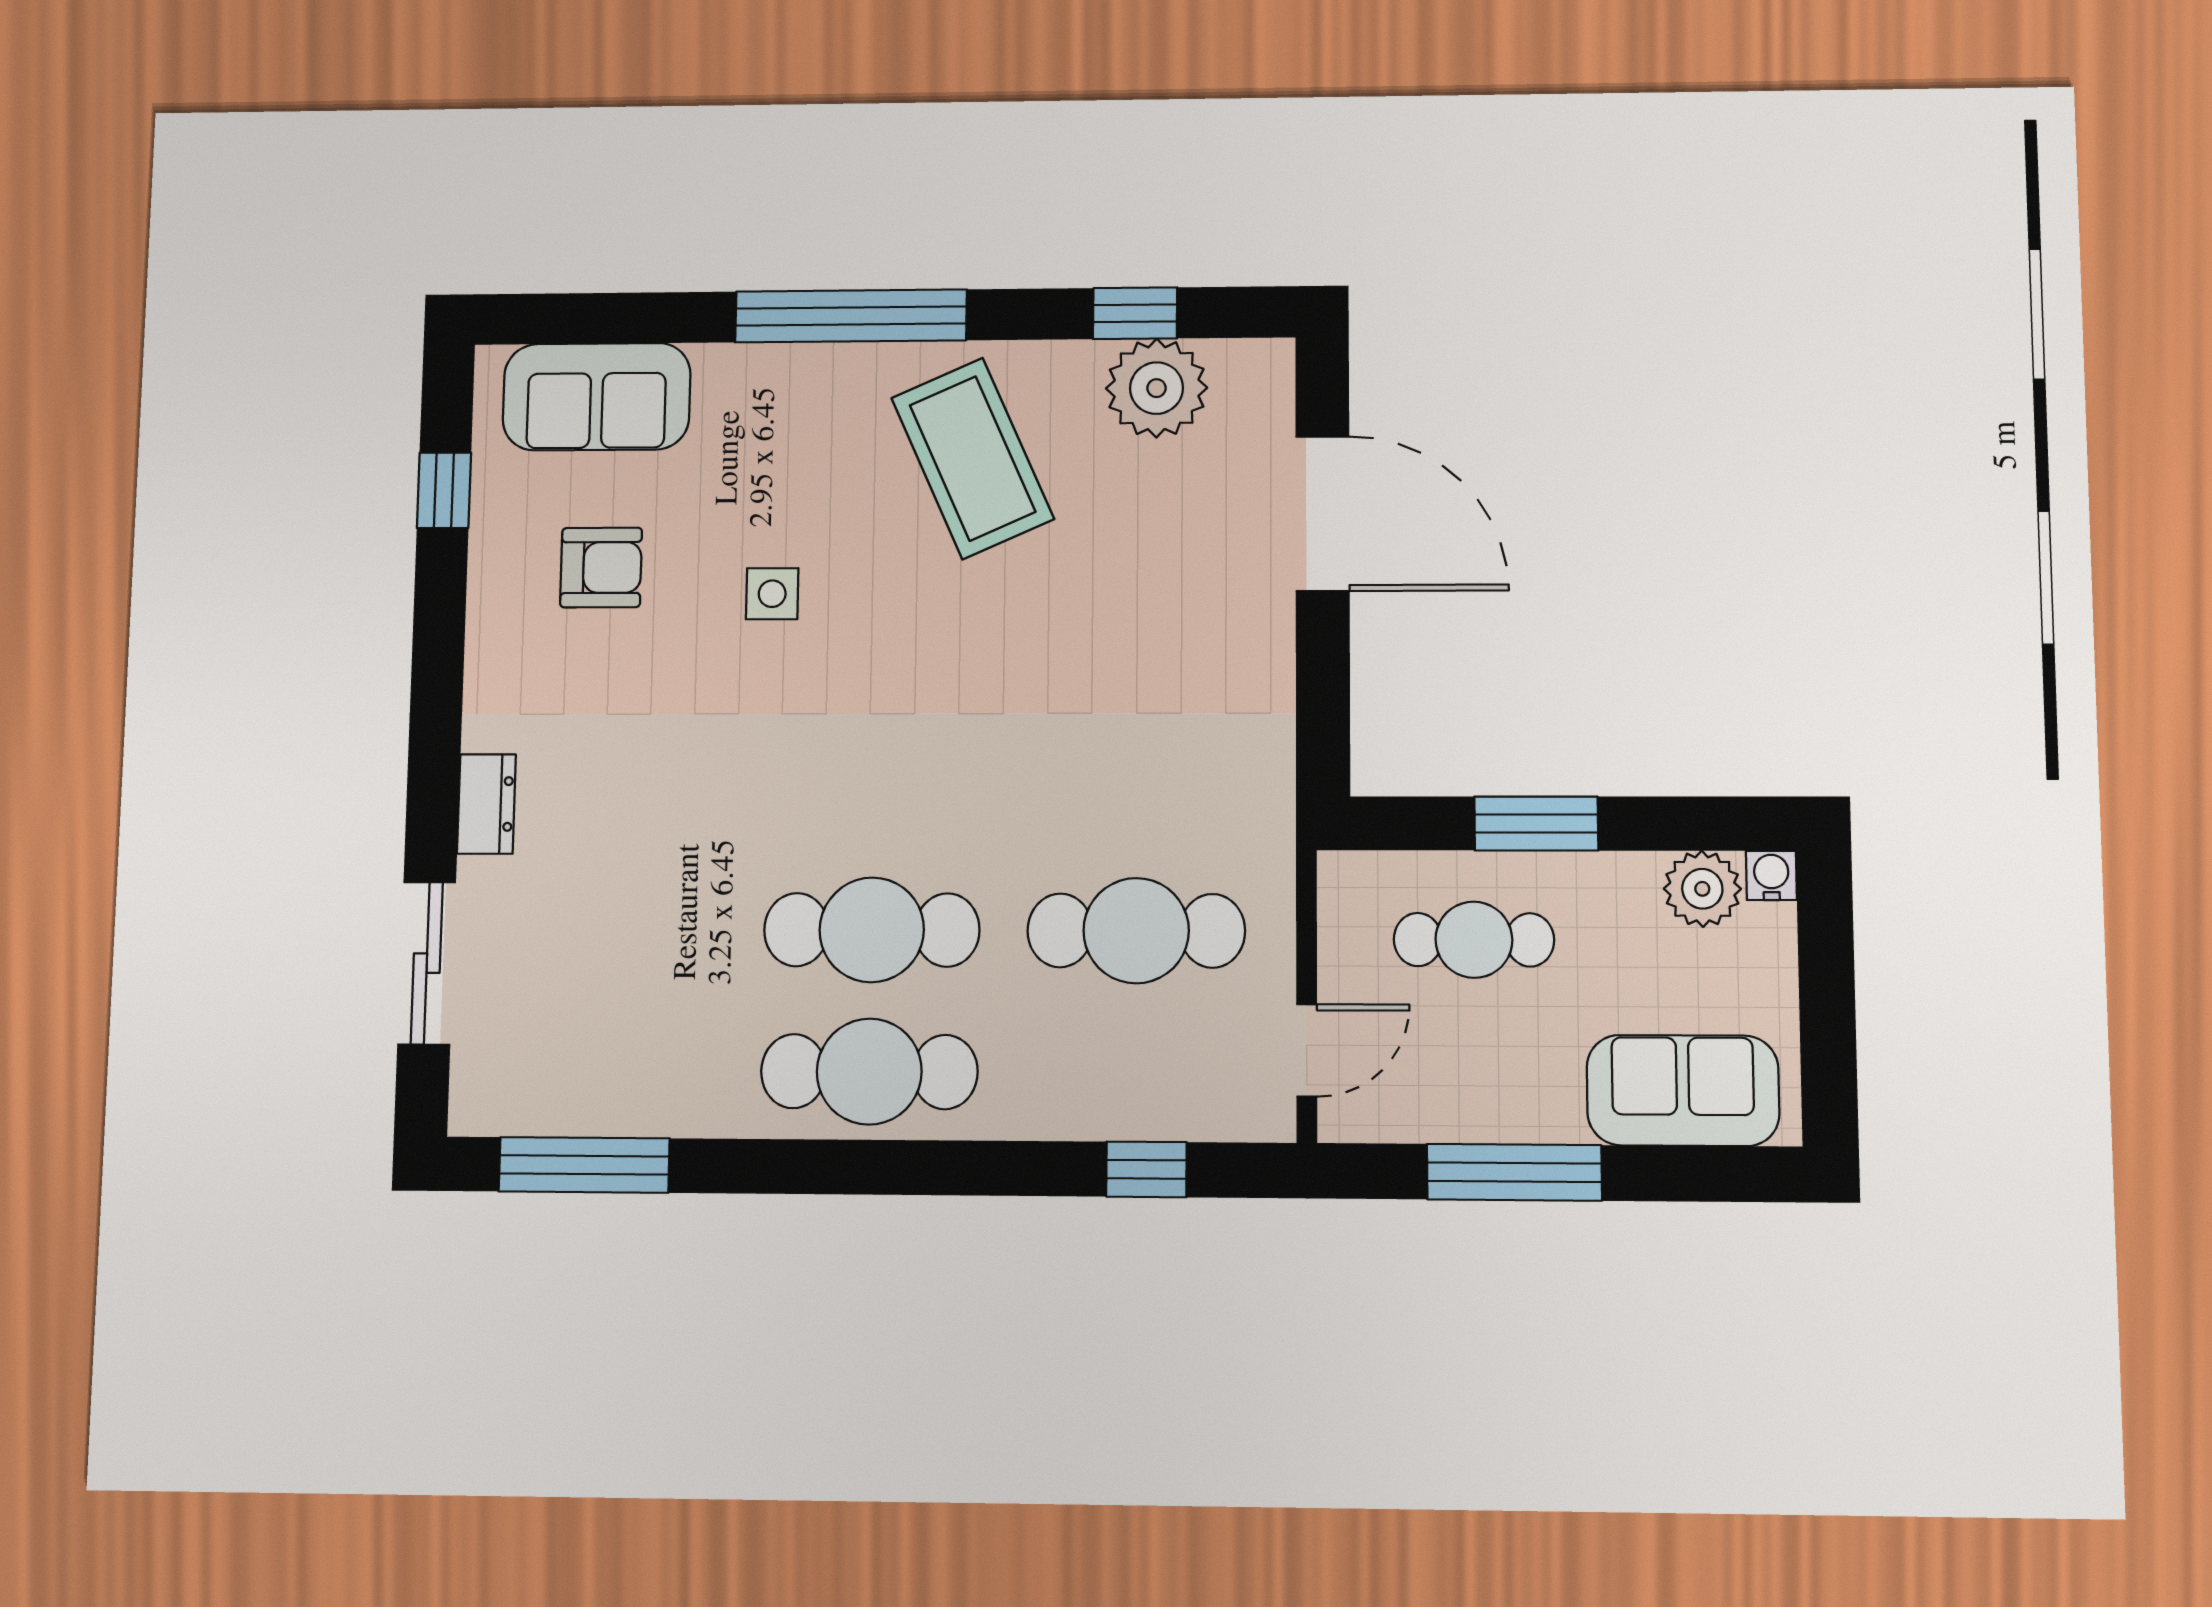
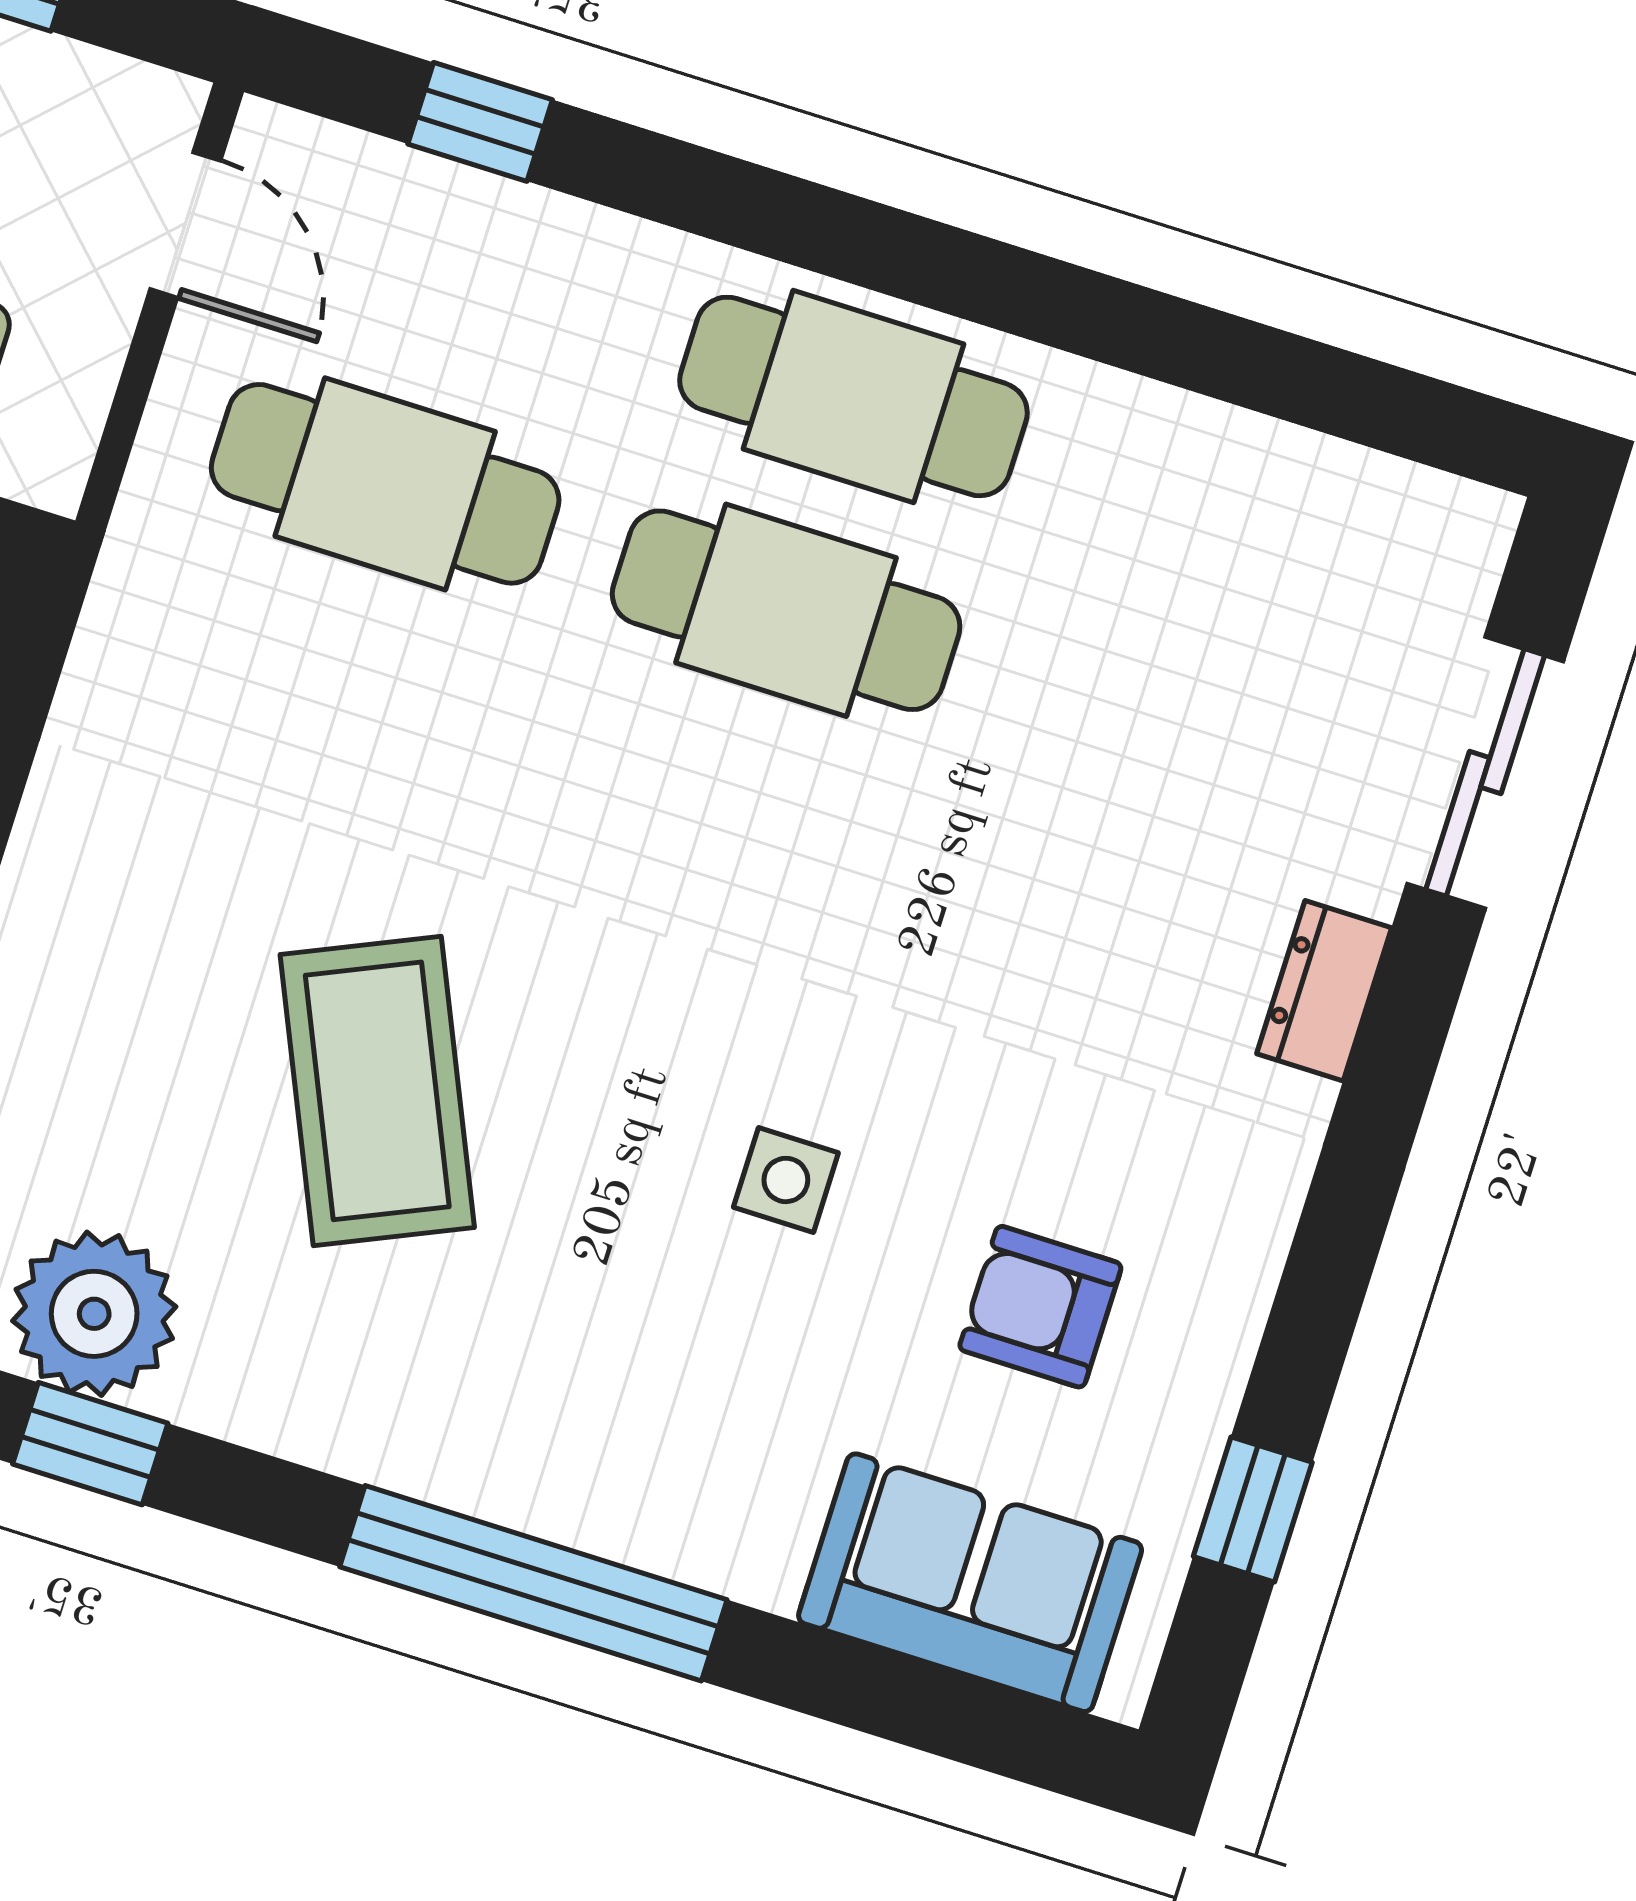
coffee table: (973, 458) -> (377, 1091), moved
door: (1307, 1050) -> (185, 225), swing flipped
window: (584, 1165) -> (1329, 389), removed

